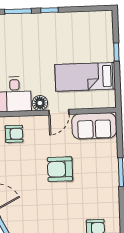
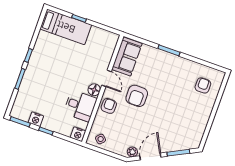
bed: (85, 77) -> (66, 27), moved, turned -90
armchair: (14, 134) -> (109, 106), moved
armchair: (60, 169) -> (137, 96), moved

